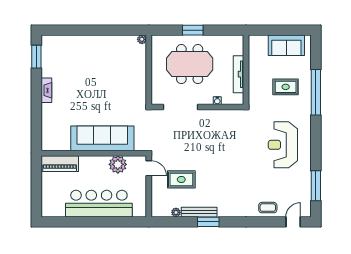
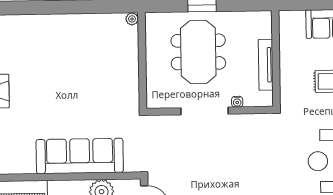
meeting table: (190, 64) -> (198, 52), turned 90
doorway: (181, 107) -> (204, 111), moved

